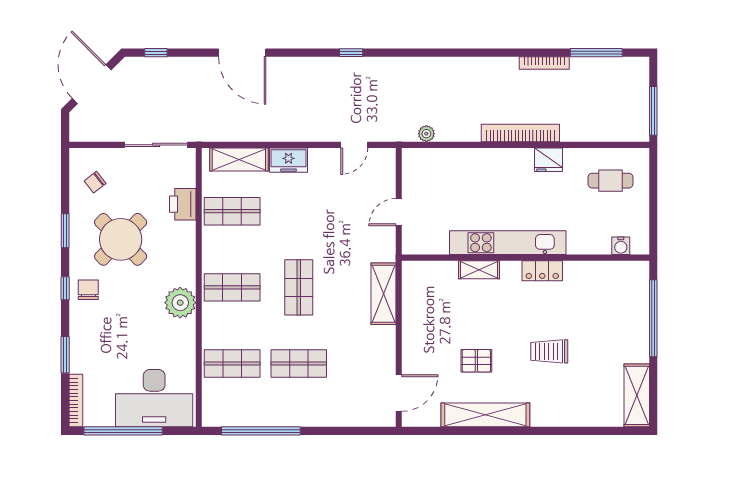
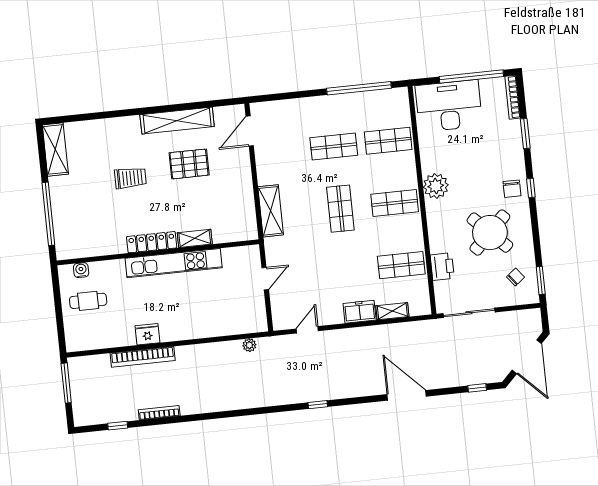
window: (596, 53) -> (118, 426), width x0.46
bookcase: (520, 133) -> (143, 357), moved
shelving: (239, 159) -> (392, 311), width x0.67, depth x0.75
cafe table: (610, 181) -> (88, 301), moved
window: (65, 231) -> (541, 281), moved
locker: (542, 271) -> (152, 242), width x1.53
pallet: (476, 361) -> (189, 164), width x1.50, depth x1.42

